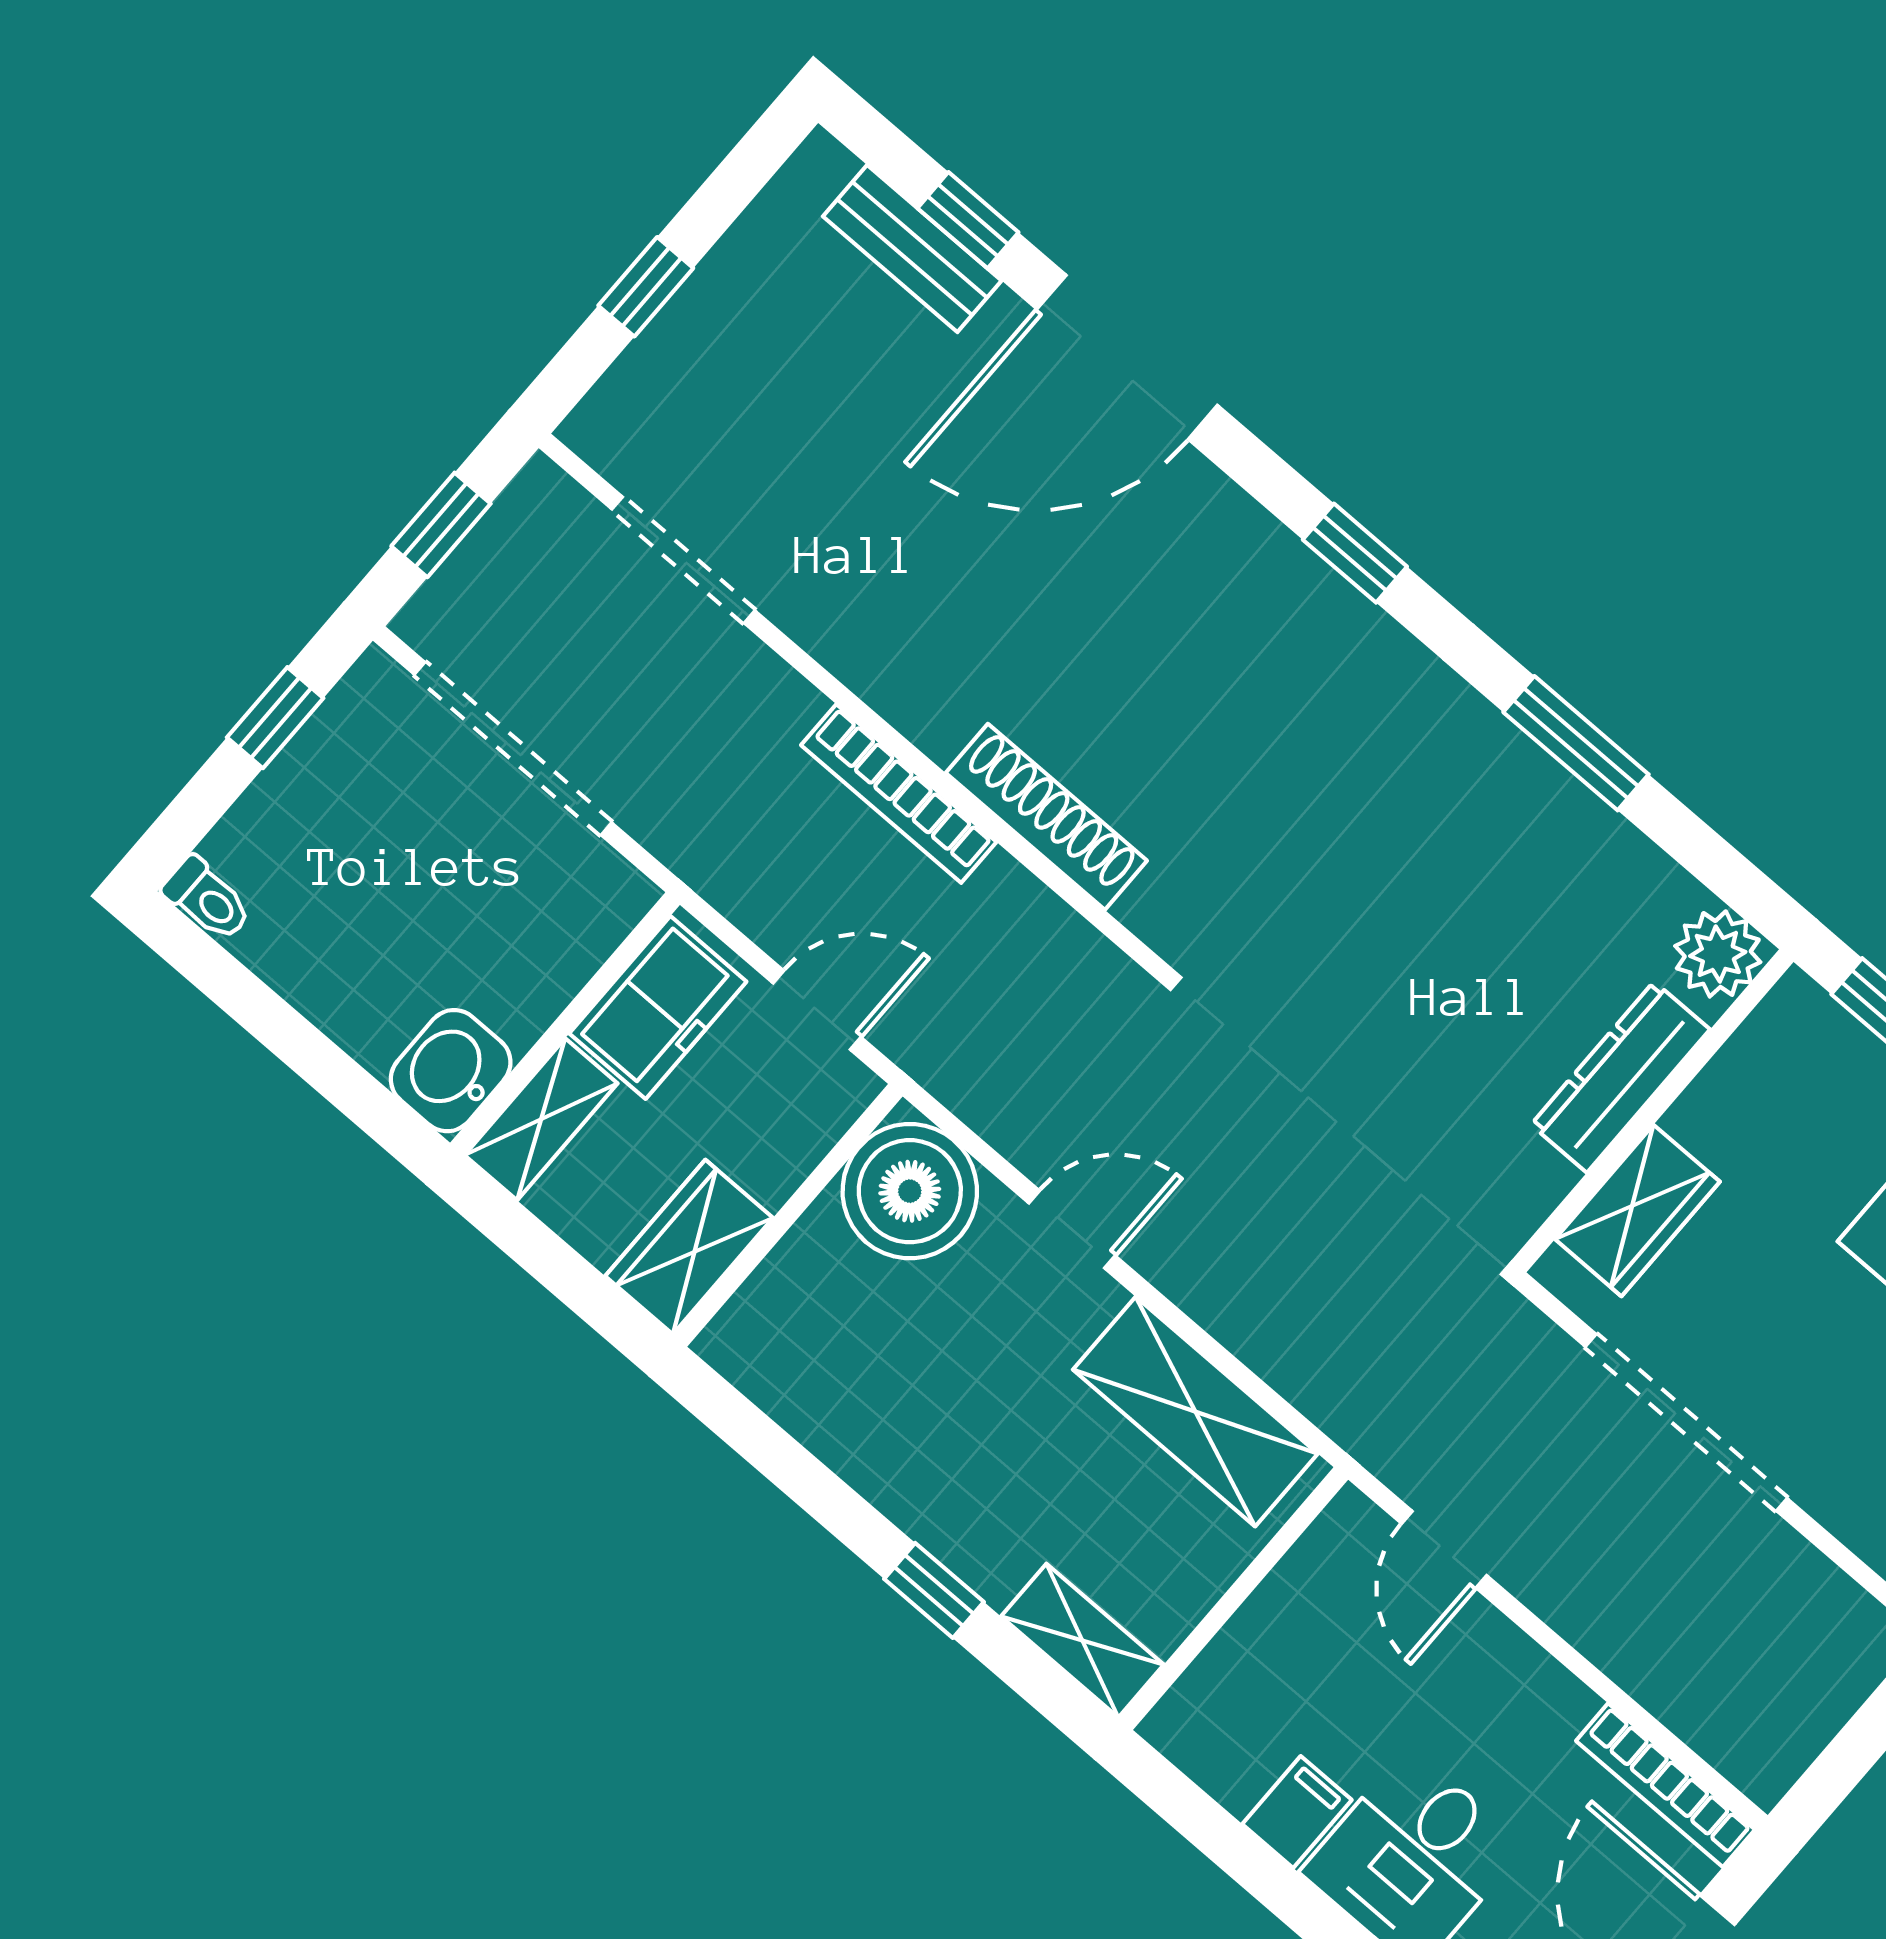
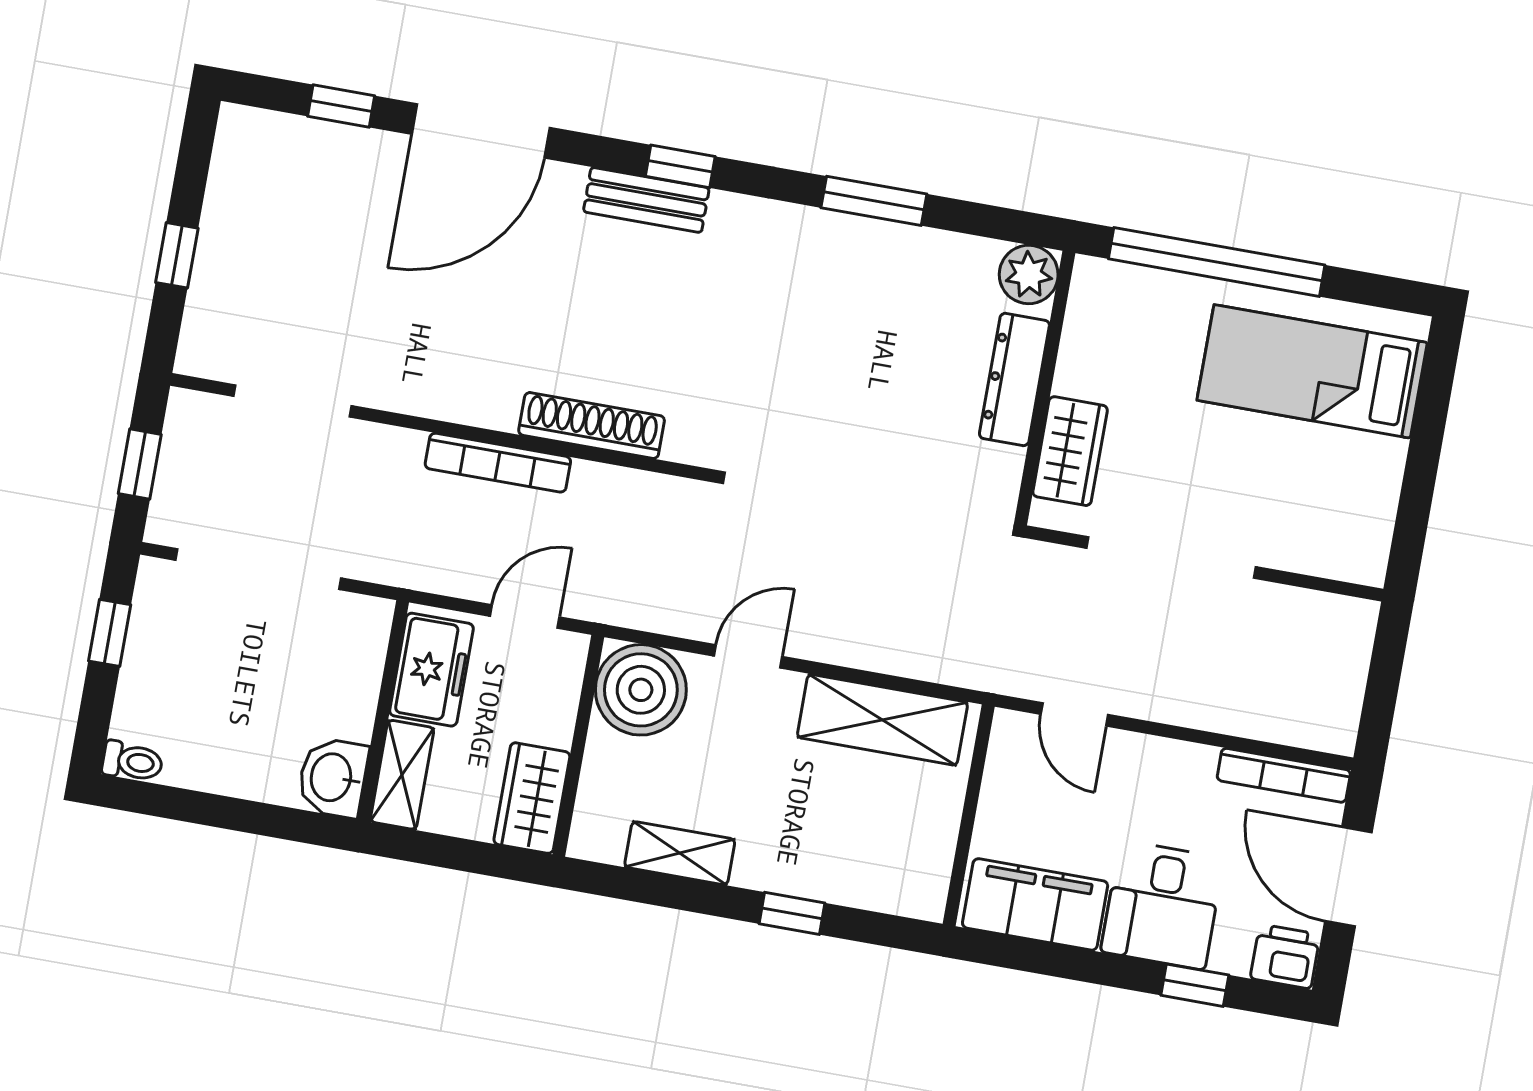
bench: (912, 249) -> (646, 200), moved
shelving: (1082, 1641) -> (680, 853), moved
filing cabinet: (1297, 1812) -> (1035, 904), width x3.00, depth x1.17

